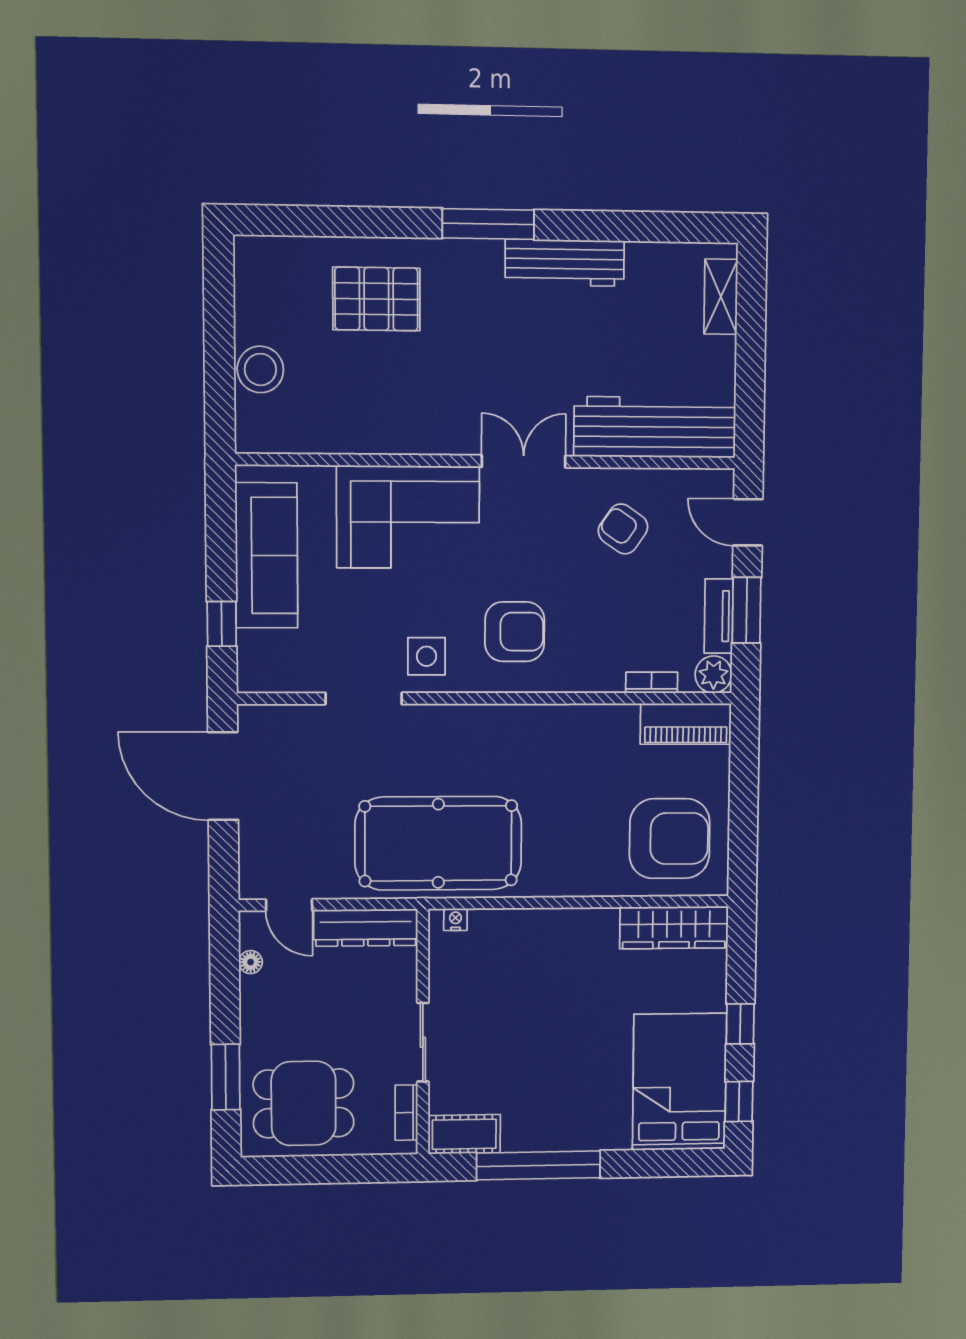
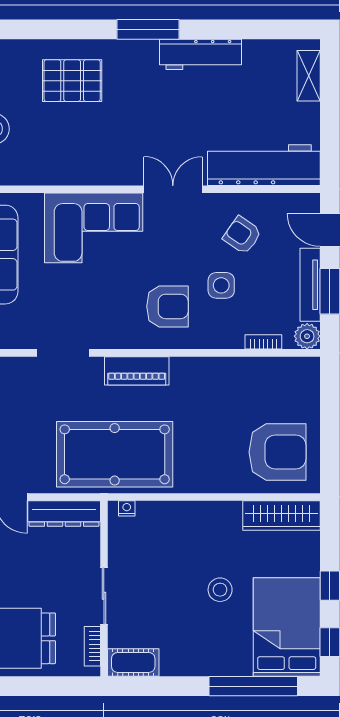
tv unit: (719, 616) -> (310, 285), width x1.41
side table: (426, 656) -> (221, 285), moved
piano: (686, 724) -> (137, 371), moved
stool: (587, 1032) -> (220, 590), added
window: (538, 1165) -> (253, 686), moved

